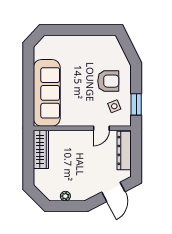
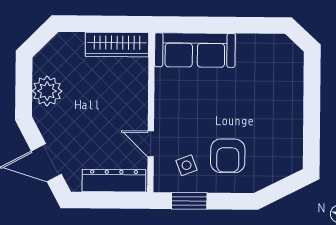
sofa: (47, 93) -> (195, 50), width x0.74, depth x0.79
plant: (65, 196) -> (47, 91), width x1.88, depth x1.88

